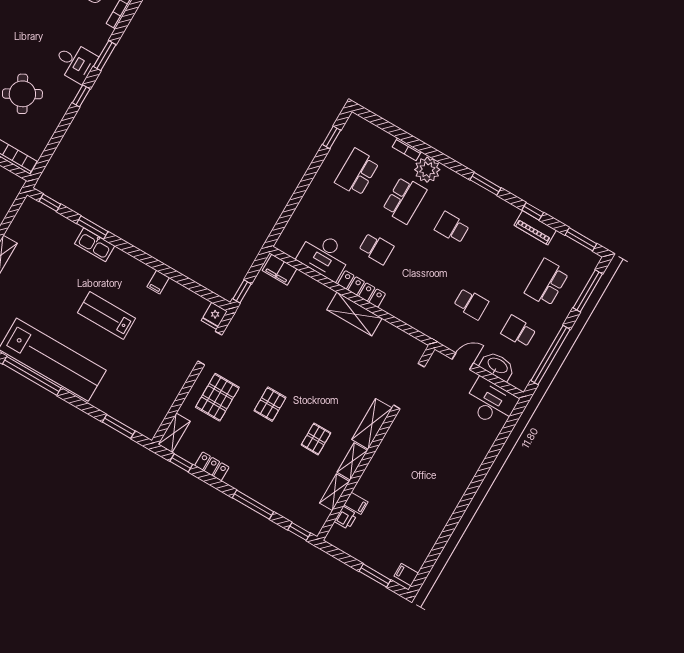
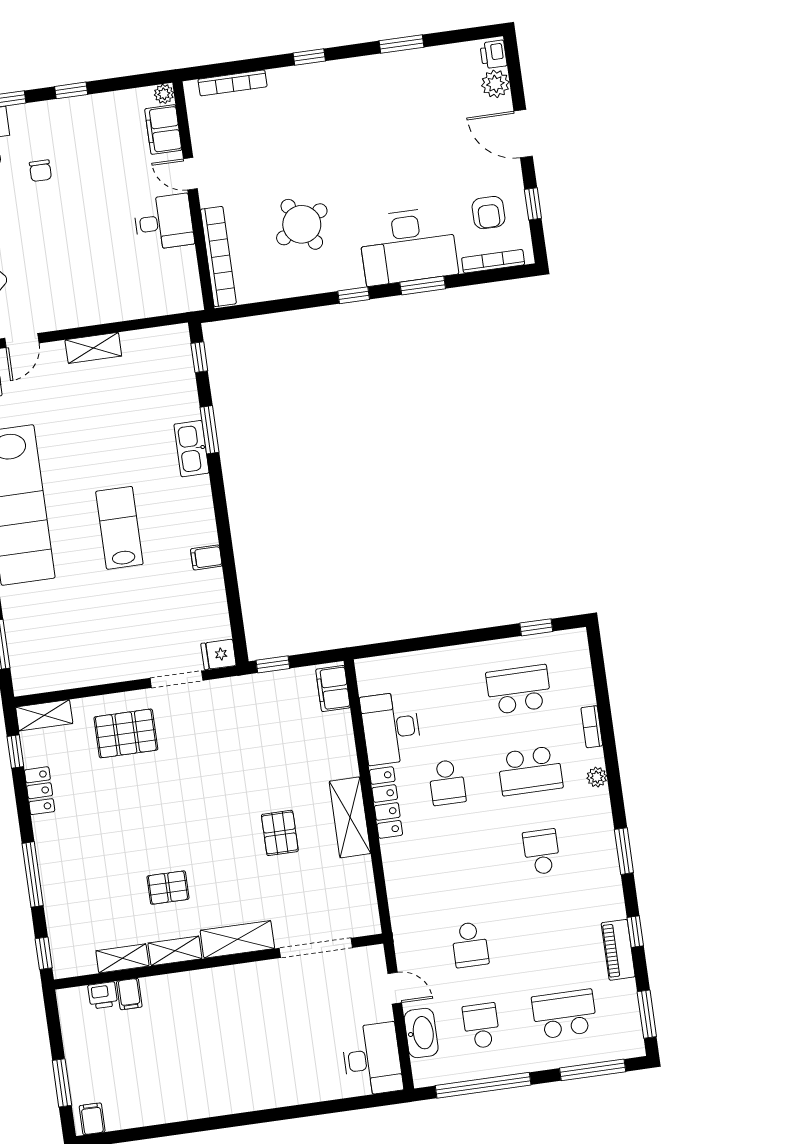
desk: (75, 62) -> (408, 246), width x1.87, depth x1.30
plant: (427, 170) -> (597, 777), width x0.53, depth x0.53
pallet: (270, 404) -> (280, 833), moved, turned 90

